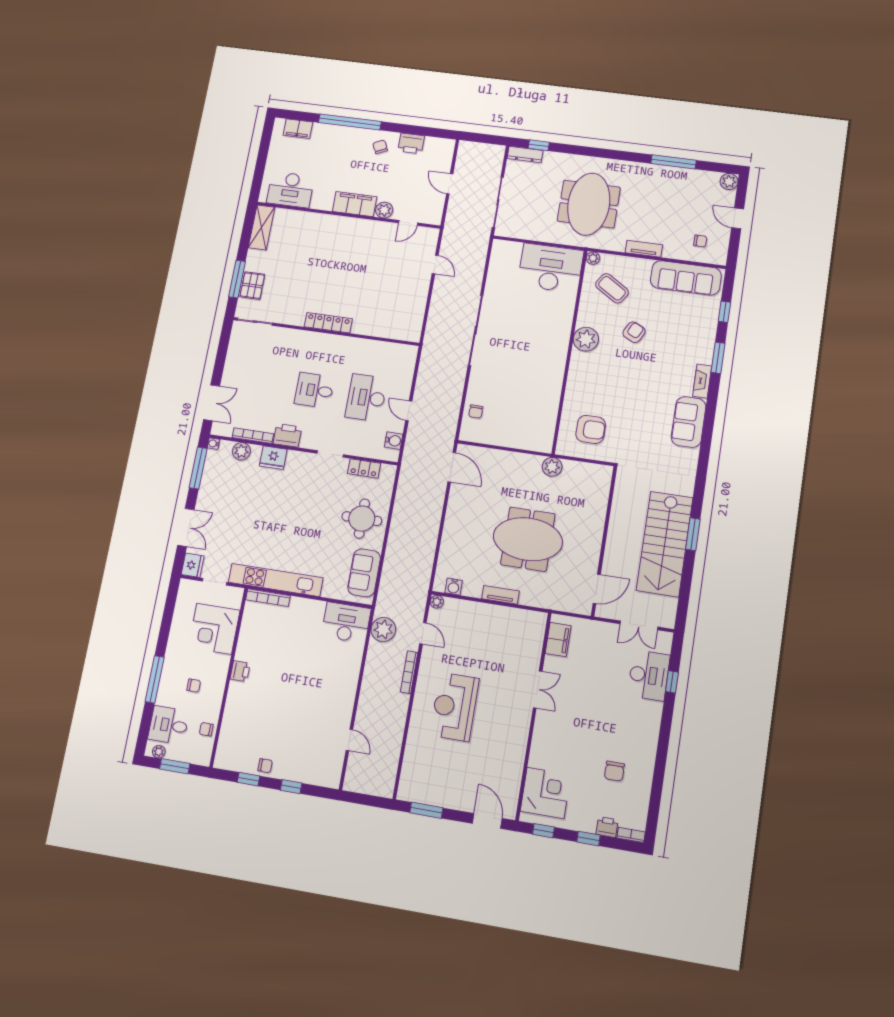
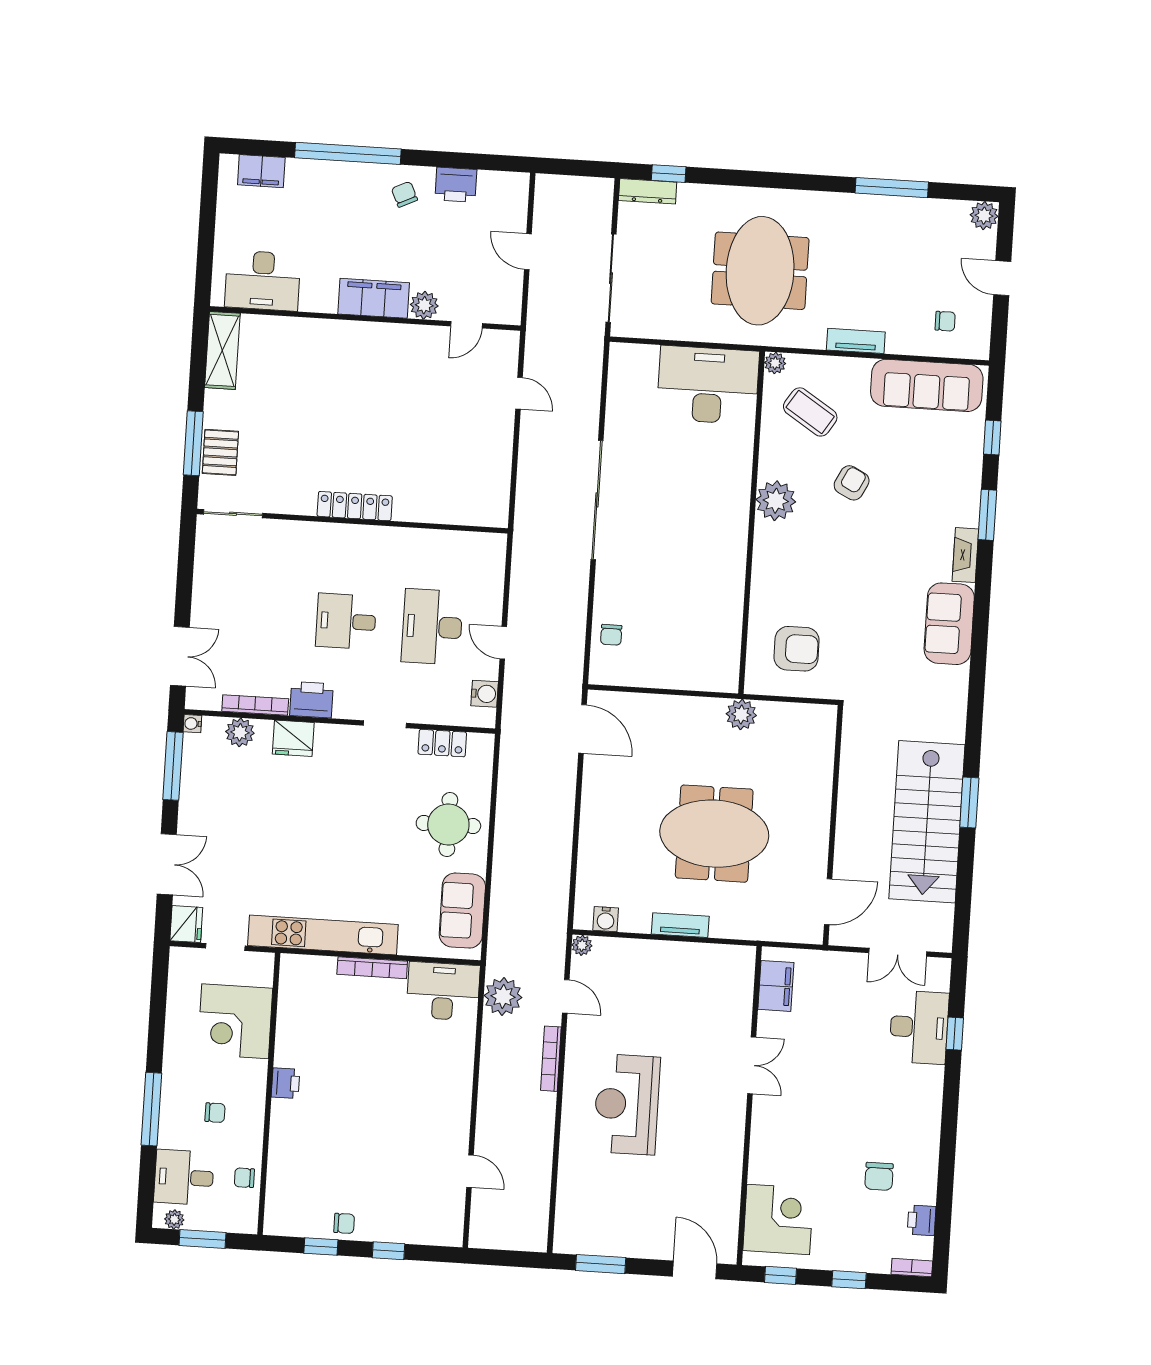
bookcase: (268, 598) -> (372, 968), moved
printer: (607, 827) -> (922, 1220), moved, turned -90

